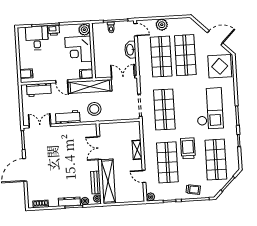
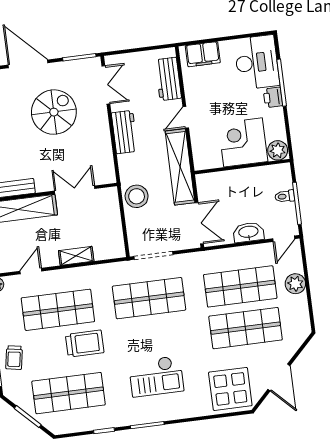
desk: (37, 38) -> (257, 62), width x1.37
filing cabinet: (26, 74) -> (203, 54), width x2.00
filing cabinet: (86, 74) -> (201, 159), removed
checkout: (210, 108) -> (156, 376), width x0.73, depth x0.83
stool: (94, 109) -> (137, 196), moved
spiral stairs: (53, 157) -> (54, 112), added

